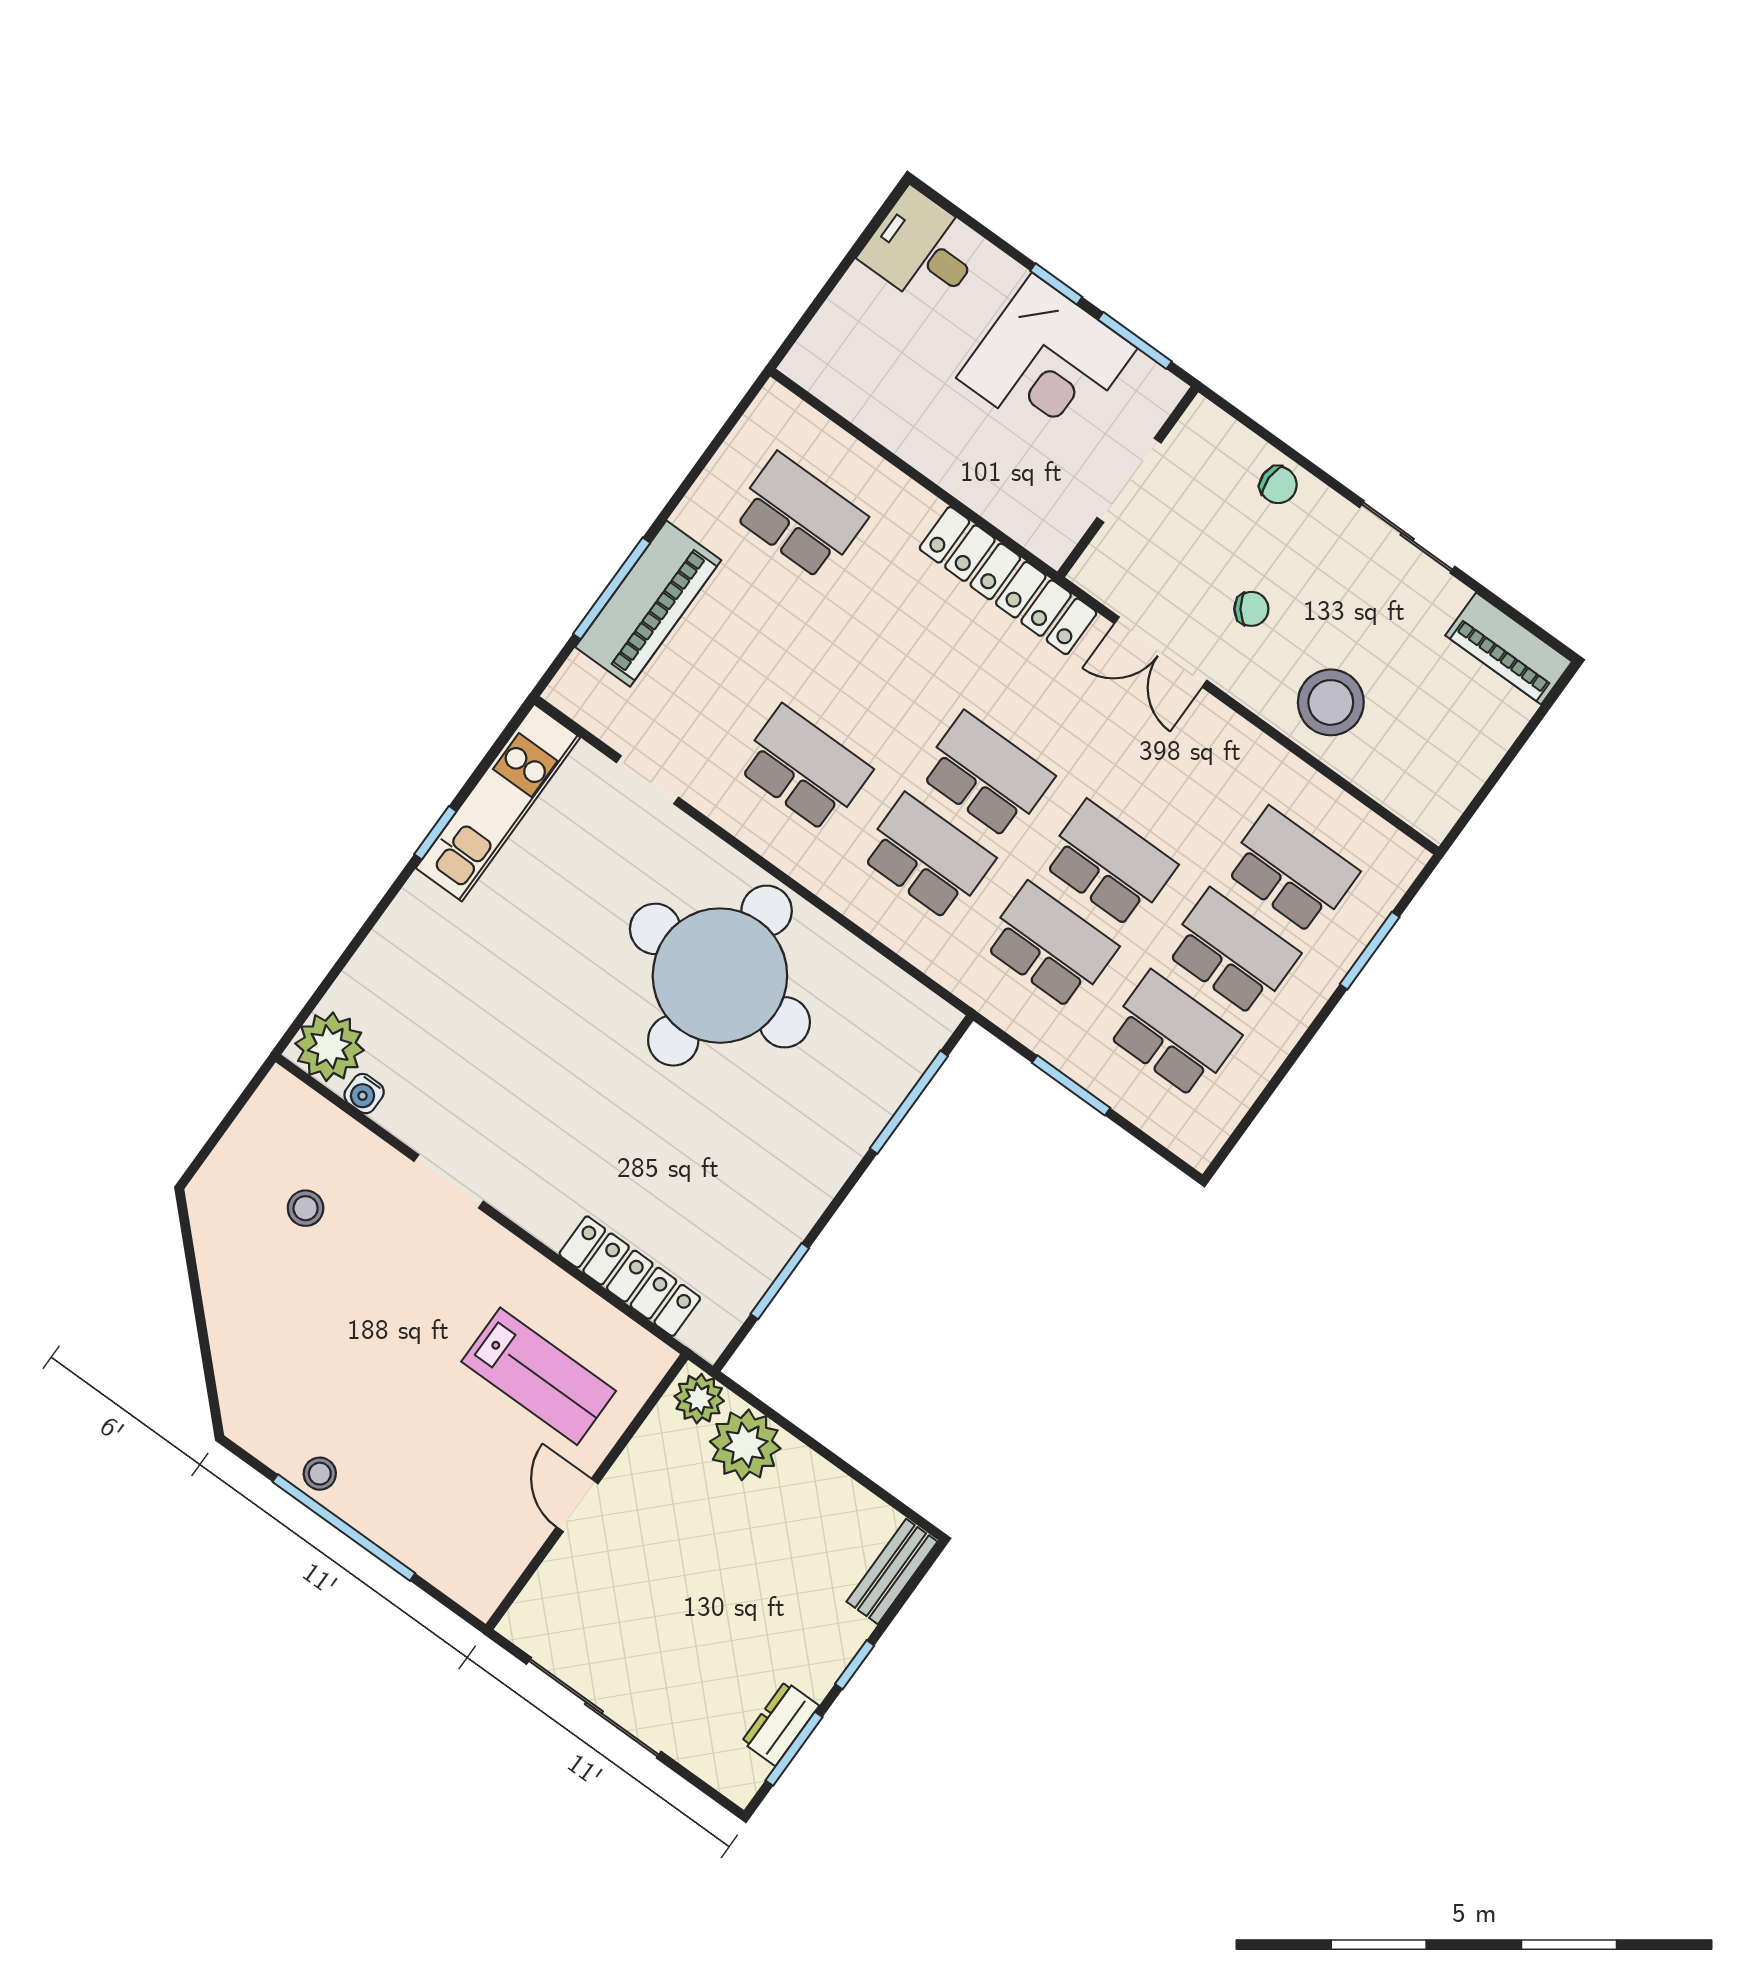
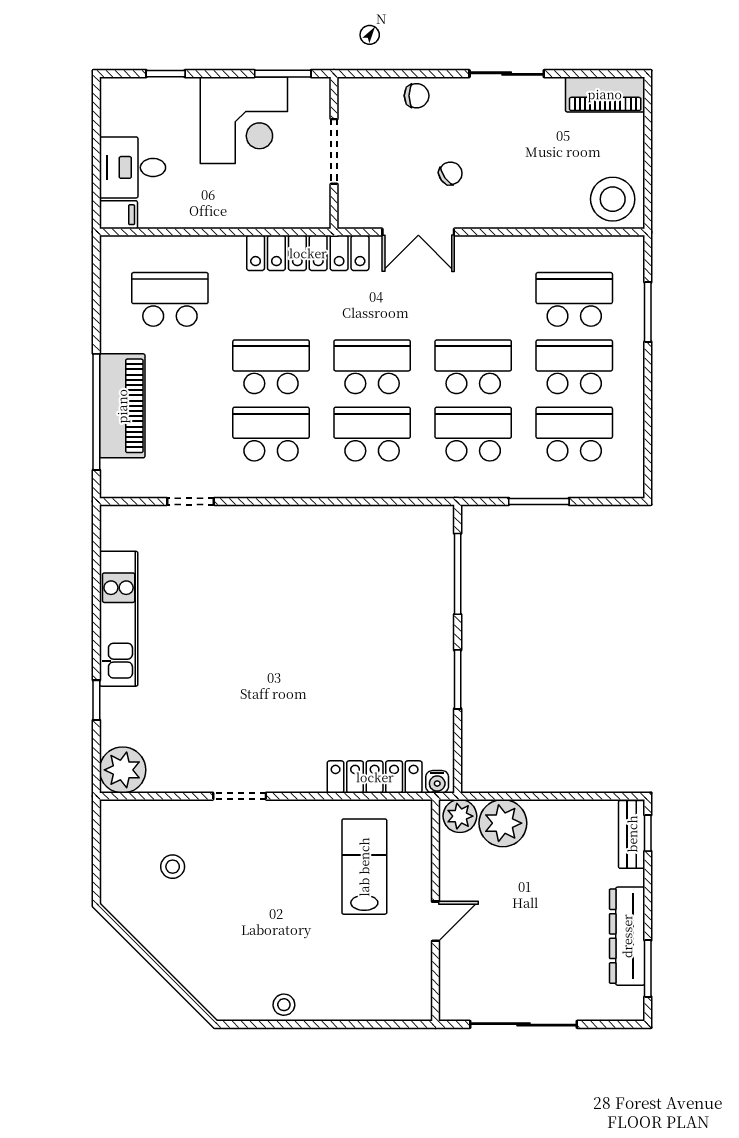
desk: (923, 250) -> (132, 167), moved
window: (1056, 284) -> (166, 74), moved
filing cabinet: (811, 368) -> (118, 215), added
window: (612, 588) -> (96, 412), width x1.46
school desk: (864, 687) -> (271, 367), added
stool: (1331, 702) -> (613, 199), moved
kitchen unit: (498, 803) -> (119, 619), moved
window: (435, 833) -> (96, 700), moved
round table: (720, 976) -> (306, 579), removed
water cooler: (364, 1094) -> (437, 782), moved
window: (780, 1281) -> (458, 679), moved
lab bench: (539, 1376) -> (364, 867), turned -90
door: (577, 1505) -> (435, 921), swing flipped
window: (344, 1527) -> (318, 1024), removed
window: (855, 1665) -> (648, 833), moved
dresser: (780, 1724) -> (627, 936), width x1.96, depth x1.24

